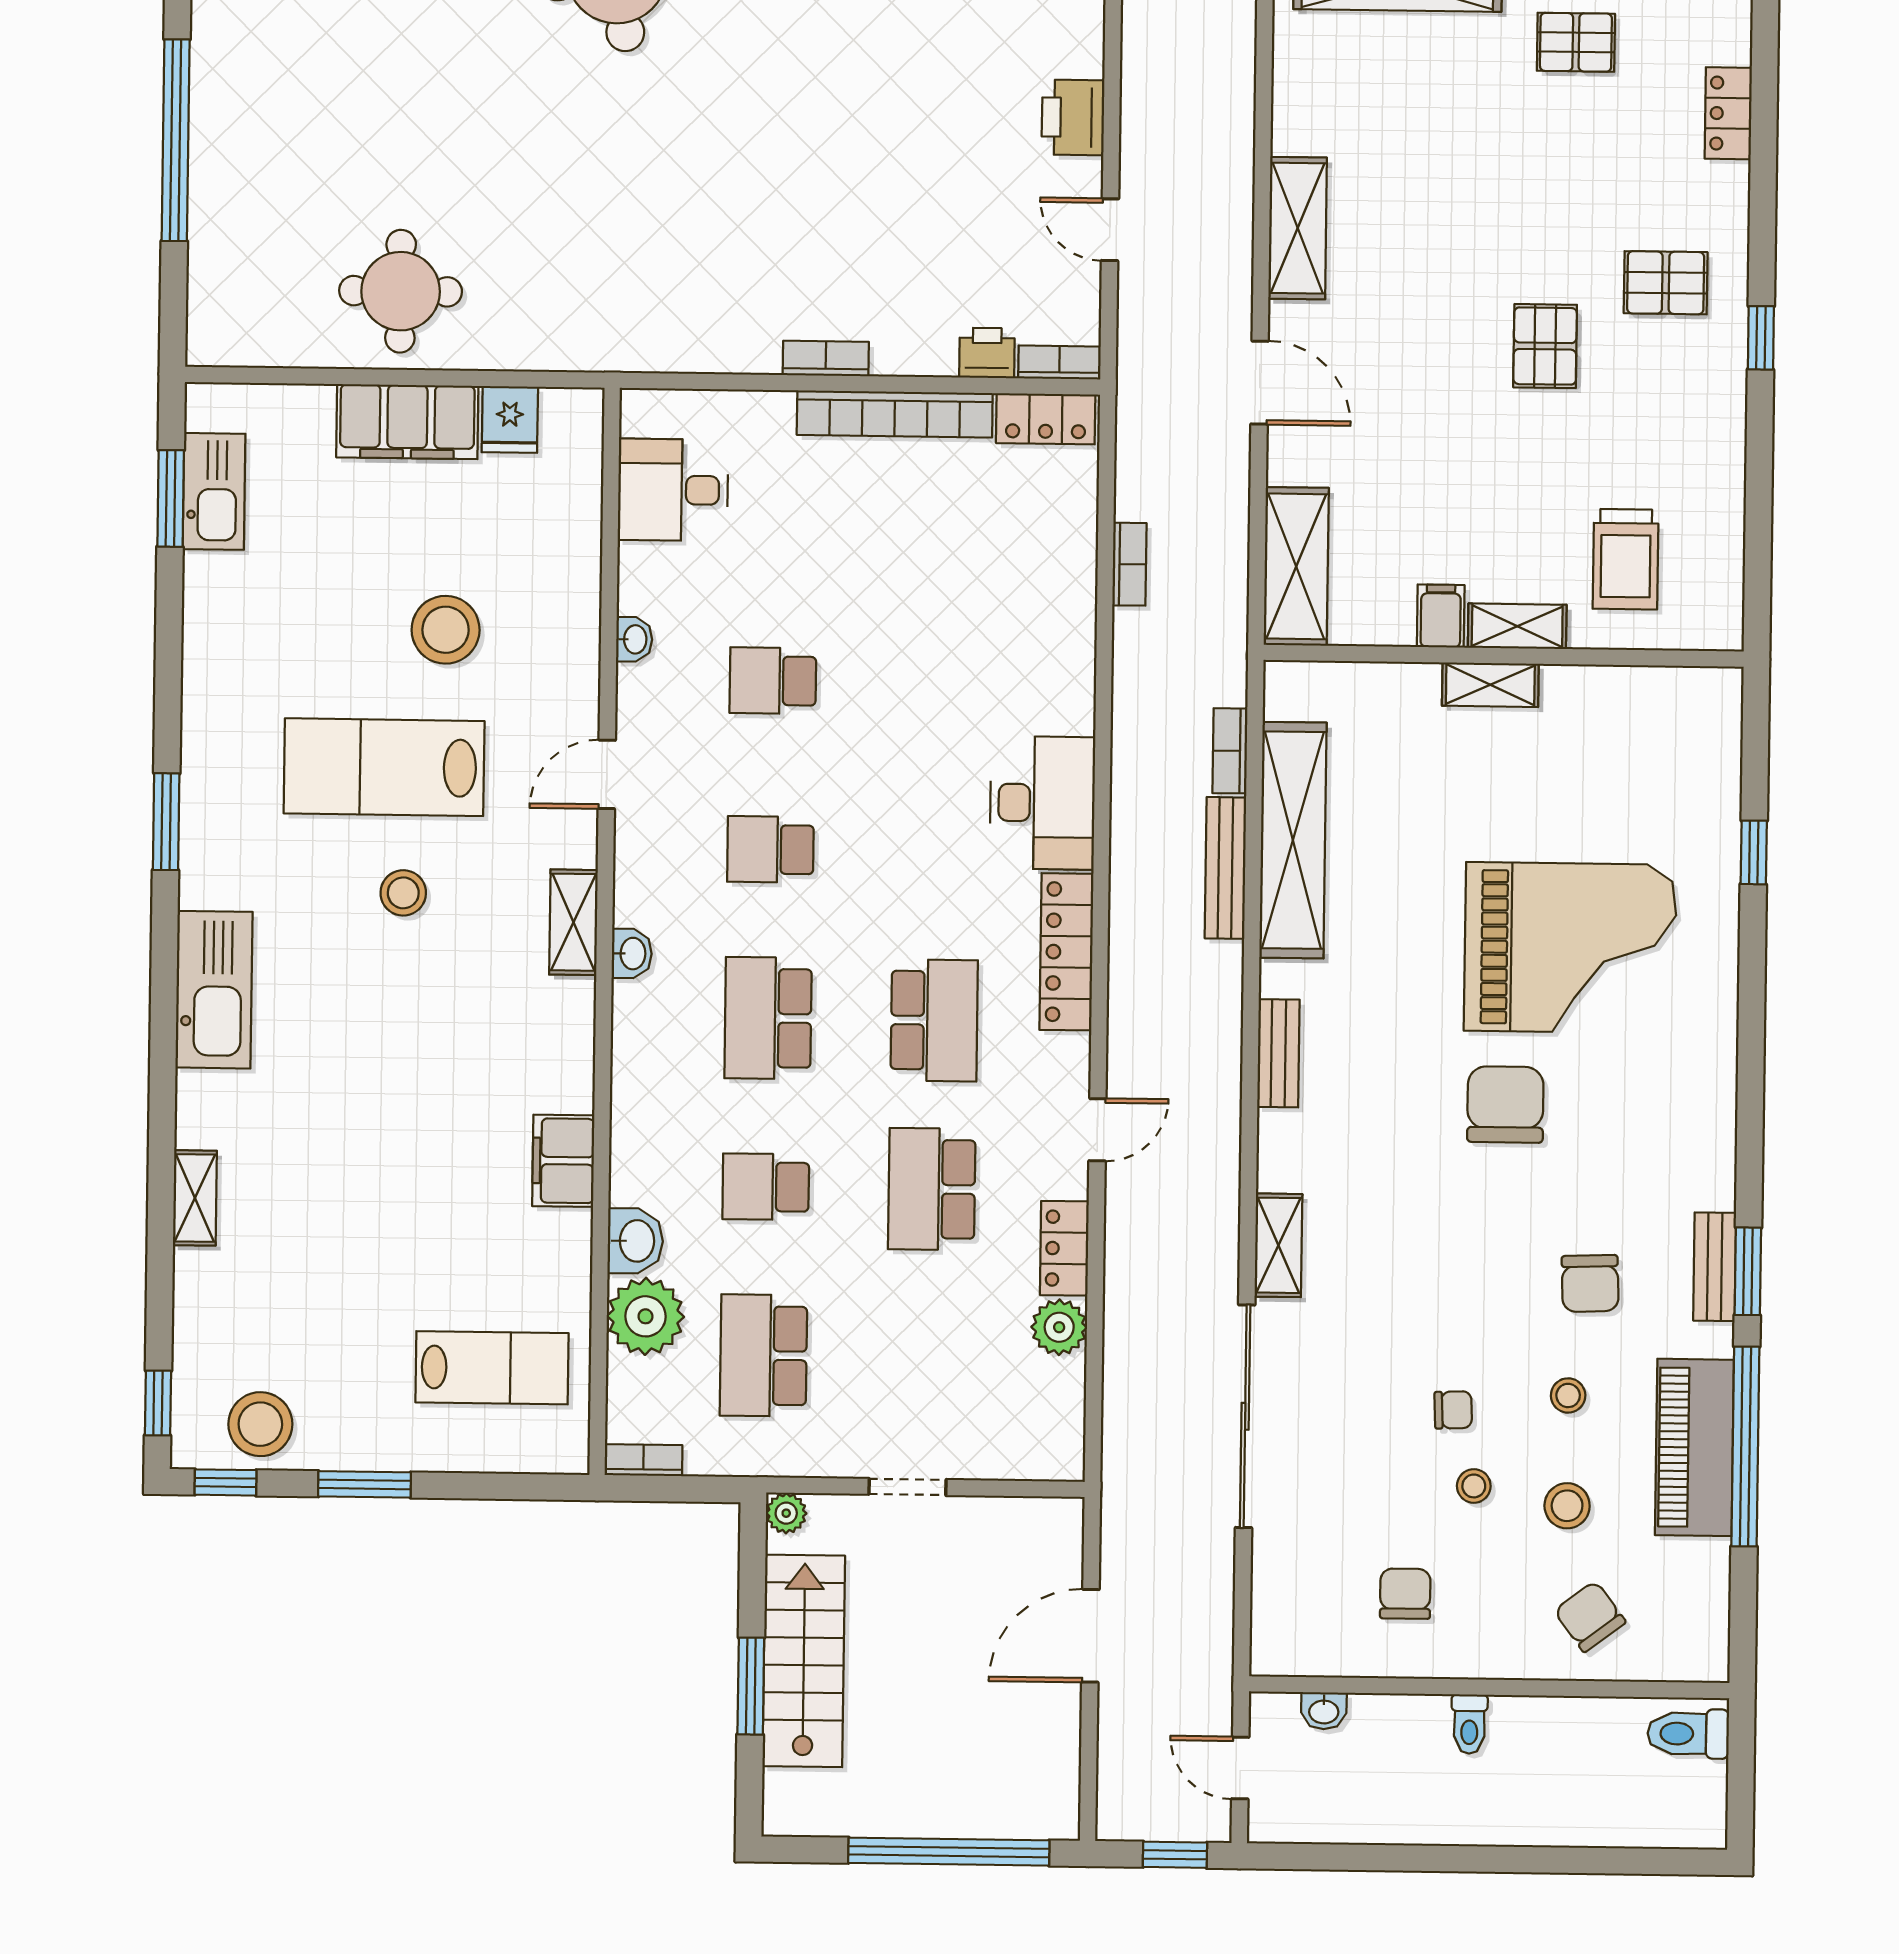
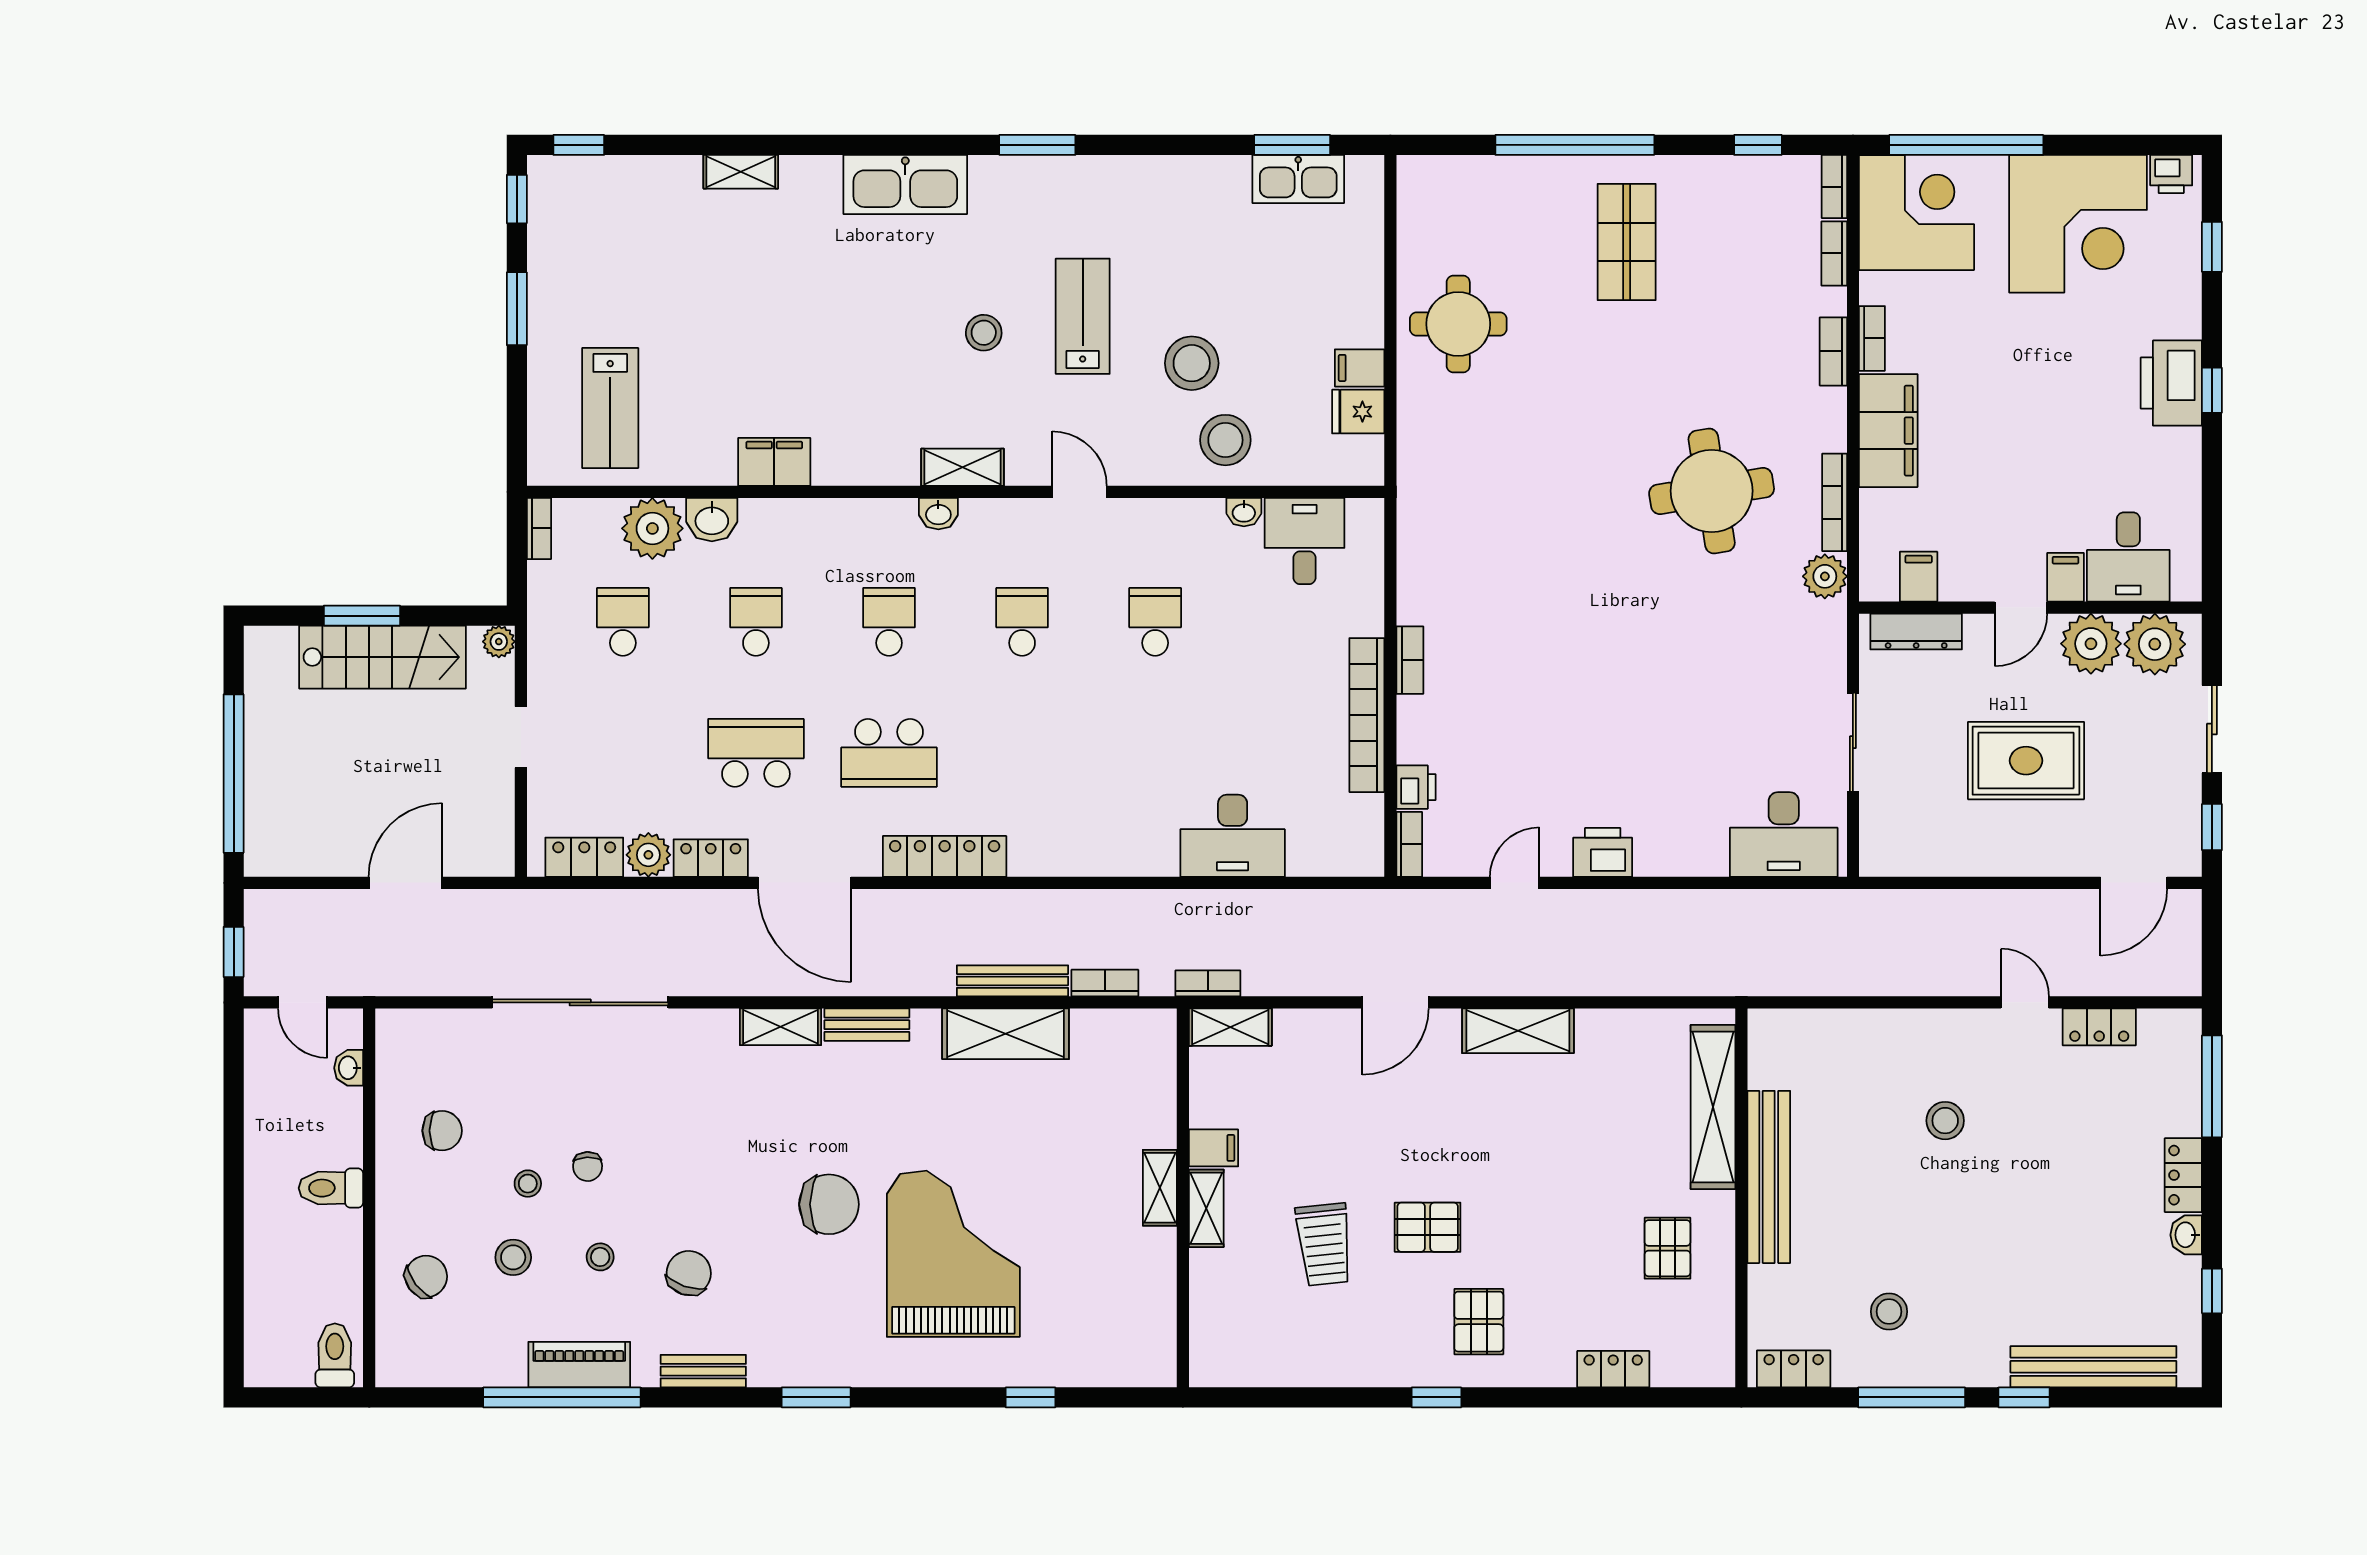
shop shelf: (300, 76) -> (1627, 242), added
locker: (1046, 419) -> (584, 857), moved, turned 90
filing cabinet: (407, 422) -> (1360, 368), width x0.33, depth x0.86
trolley: (1626, 559) -> (1324, 1244), moved, turned -96
bookcase: (1129, 564) -> (1208, 983), moved, turned 180
shelving: (1296, 566) -> (1230, 1027), width x0.67, depth x0.75
washbasin: (634, 639) -> (1244, 512), moved
lab bench: (384, 767) -> (1083, 316), width x0.73, depth x0.72
desk: (1042, 803) -> (1233, 836), moved
shelving: (1293, 840) -> (1006, 1034), width x0.68
grand piano: (1570, 948) -> (953, 1254), turned 180
school desk: (768, 1018) -> (889, 622), width x0.54
door: (1097, 1130) -> (805, 883), width x1.87
shelving: (1278, 1245) -> (781, 1027), moved
window: (1748, 1271) -> (816, 1397), moved
chair: (1590, 1283) -> (689, 1273), turned 111
school desk: (763, 1355) -> (623, 622), width x0.54
stool: (260, 1424) -> (1225, 440), moved
piano: (1694, 1447) -> (579, 1365), width x0.73, depth x0.75
door: (1090, 1636) -> (405, 883), hinge flipped
toilet: (1469, 1724) -> (331, 1188), width x1.37, depth x1.39
door: (1240, 1768) -> (303, 1002), swing flipped

